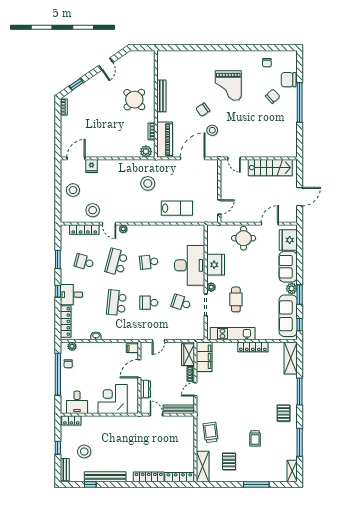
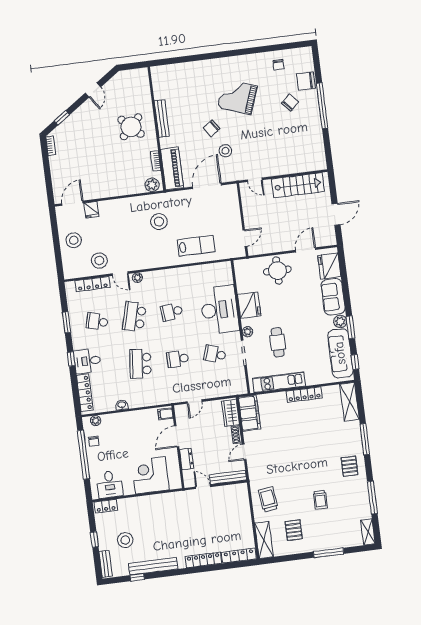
grand piano: (228, 86) -> (237, 97), turned 110

